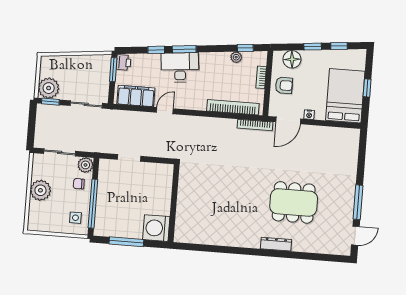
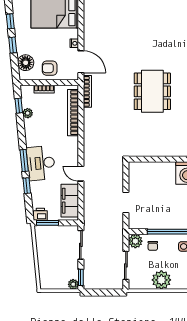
armchair: (284, 85) -> (50, 68), turned -90
plant: (49, 88) -> (73, 284), width x0.53, depth x0.53
dining table: (294, 202) -> (152, 91), moved

